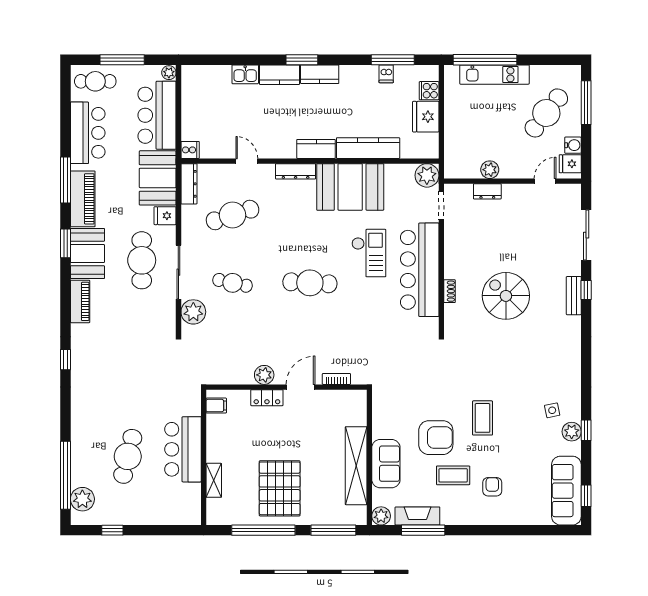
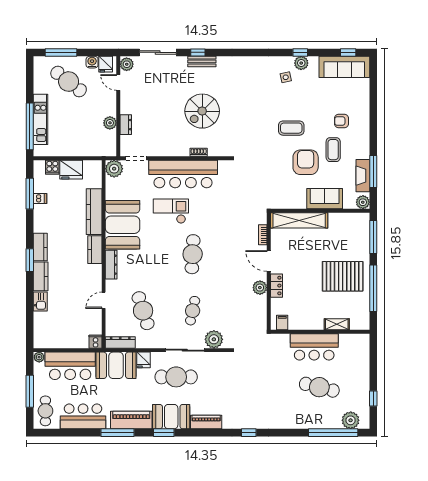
plant: (570, 193) -> (127, 64), added
shelving: (356, 466) -> (299, 220), moved

